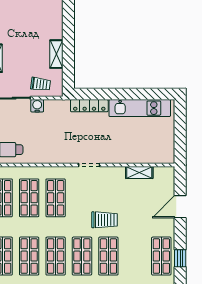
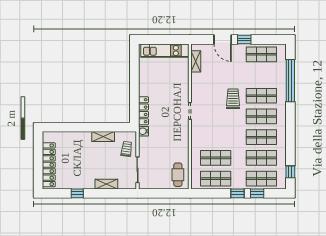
water cooler: (37, 106) -> (144, 131), moved
kitchen unit: (140, 108) -> (165, 51), moved, turned 90
shelving: (139, 172) -> (196, 61), moved
shop shelf: (56, 198) -> (216, 137), removed
window: (180, 258) -> (244, 39), moved

